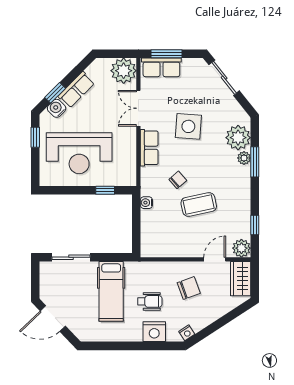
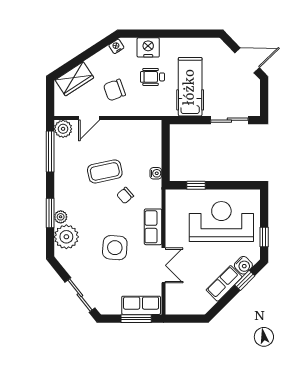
plant: (124, 71) -> (178, 302), removed
window: (255, 225) -> (50, 152), width x2.17
wardrobe: (241, 279) -> (74, 79), moved, turned 57

